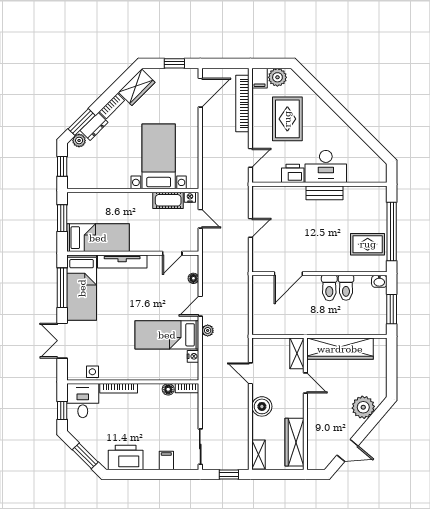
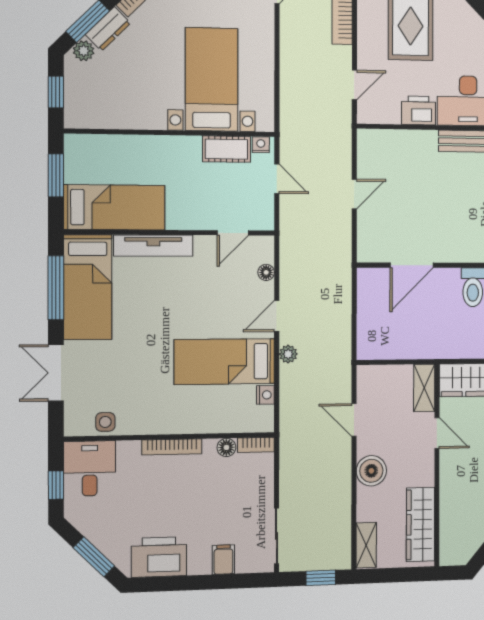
bookcase: (119, 388) -> (172, 447), moved

